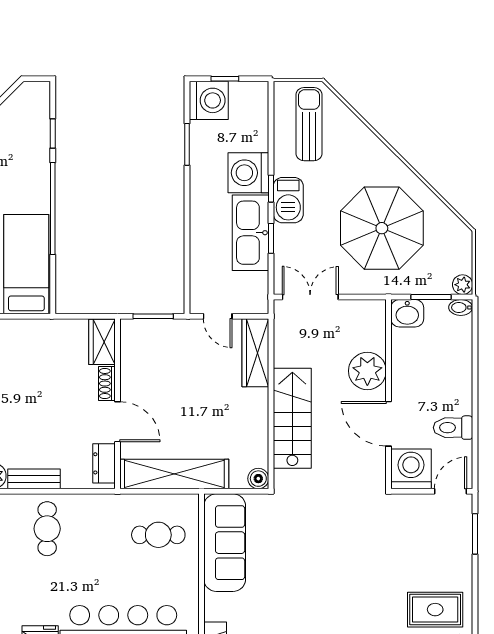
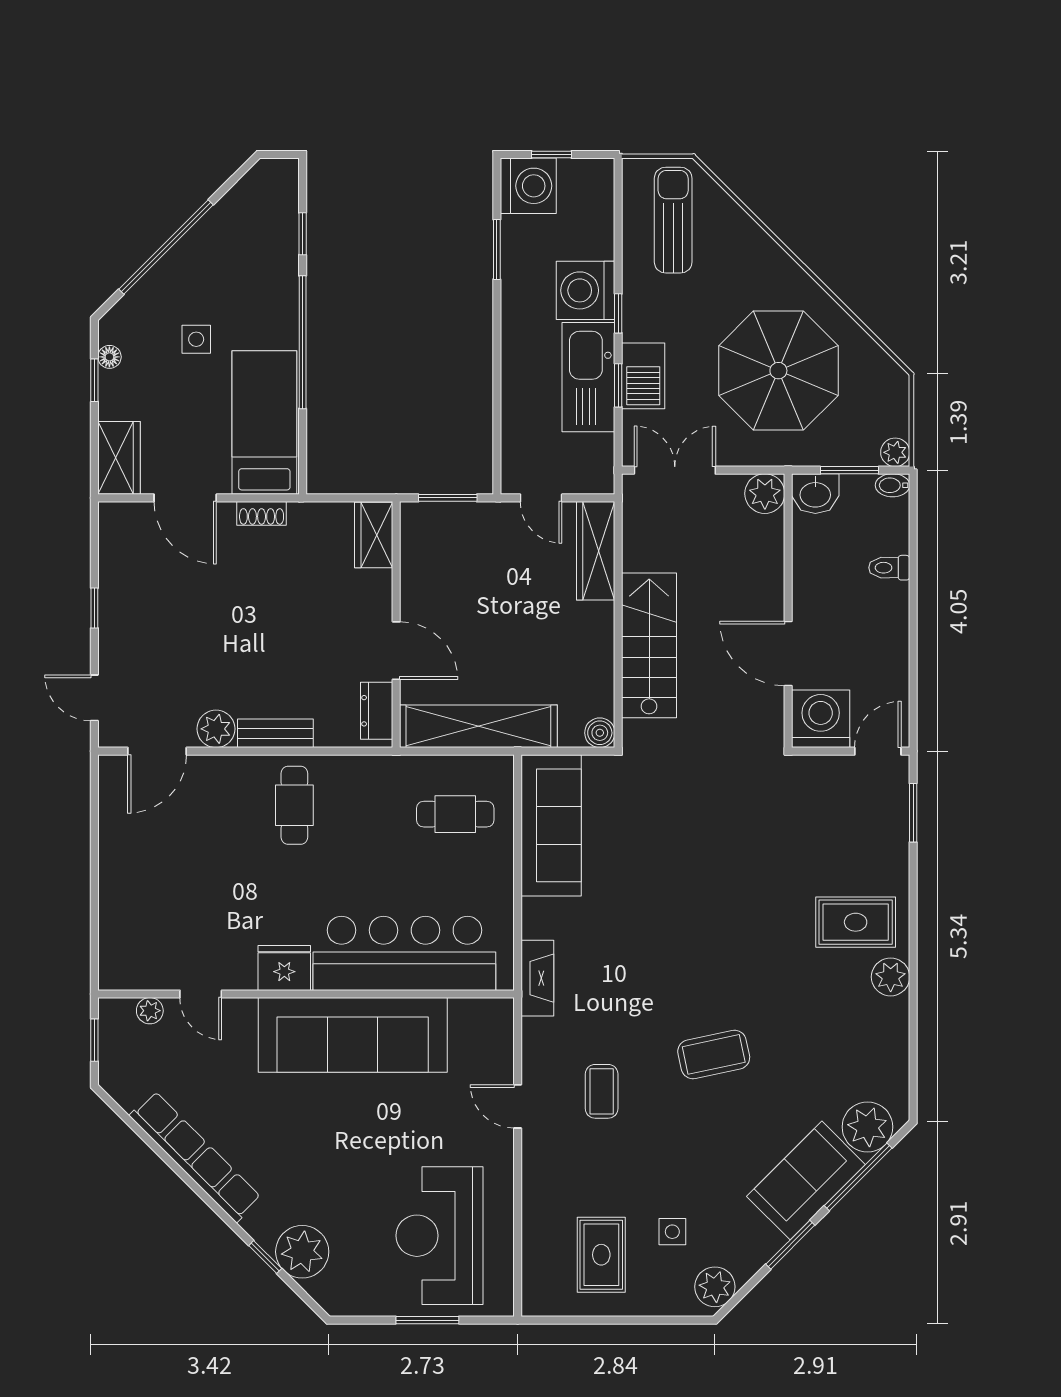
barbecue: (288, 200) -> (643, 376), moved
plant: (367, 371) -> (765, 494), moved, width x0.73, depth x0.73
shoe rack: (107, 384) -> (262, 513), moved, turned -90
toilet: (453, 428) -> (889, 568), moved, width x0.73, depth x0.72

